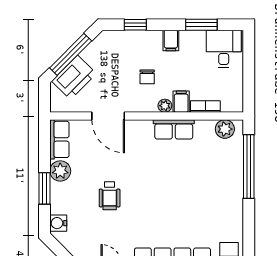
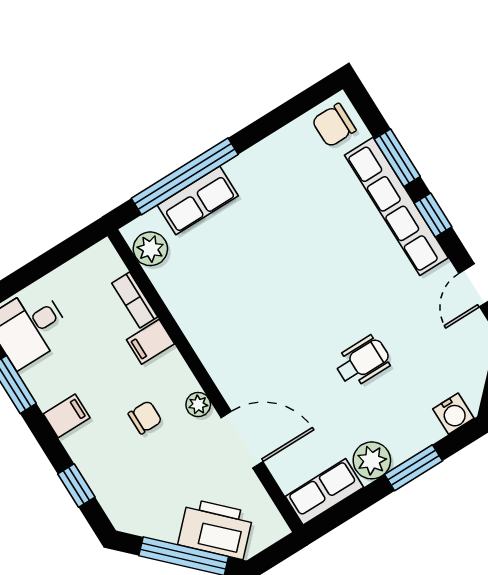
plant: (165, 106) -> (198, 405), moved
door: (108, 116) -> (242, 440), hinge flipped
row of seats: (174, 129) -> (198, 200), moved, turned 90

